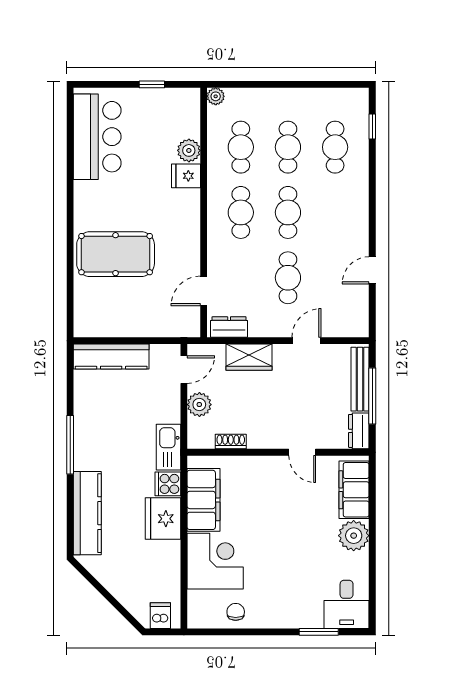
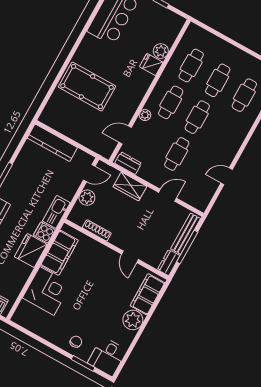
plant: (216, 96) -> (145, 115), moved
shoe rack: (231, 442) -> (97, 230), width x1.43
chair: (236, 612) -> (76, 342), moved

